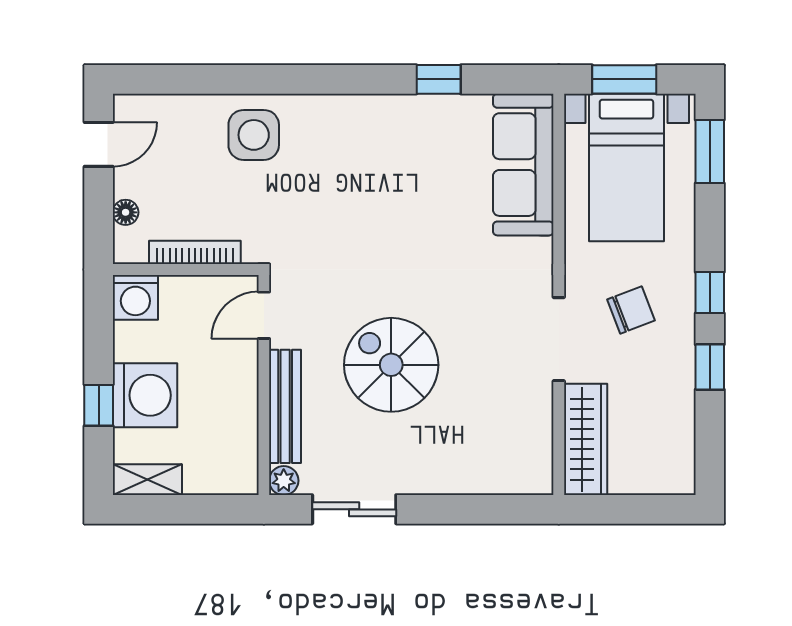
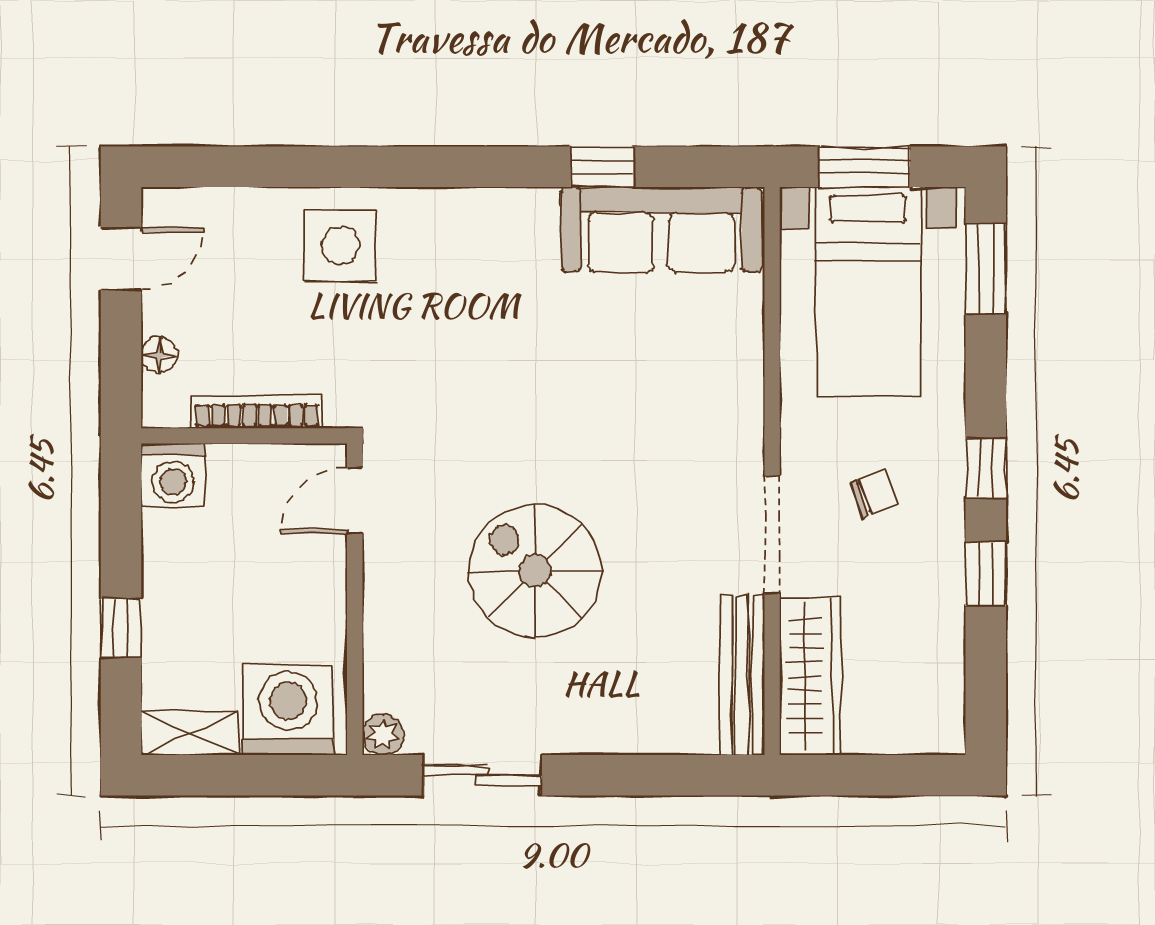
sofa: (523, 165) -> (661, 230), moved, turned -90
chair: (631, 310) -> (874, 493), width x0.73, depth x0.73
washing machine: (145, 395) -> (288, 710), moved, turned -90
bench: (285, 406) -> (742, 675), moved

